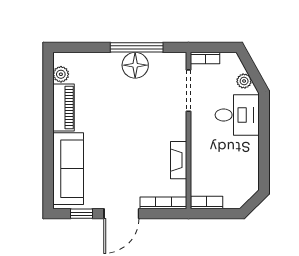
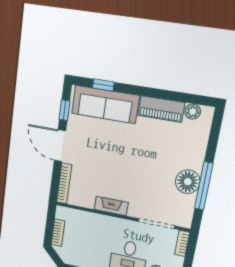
fireplace: (179, 160) -> (111, 206), moved
window: (48, 174) -> (103, 85), added
bookcase: (207, 202) -> (58, 233), moved

